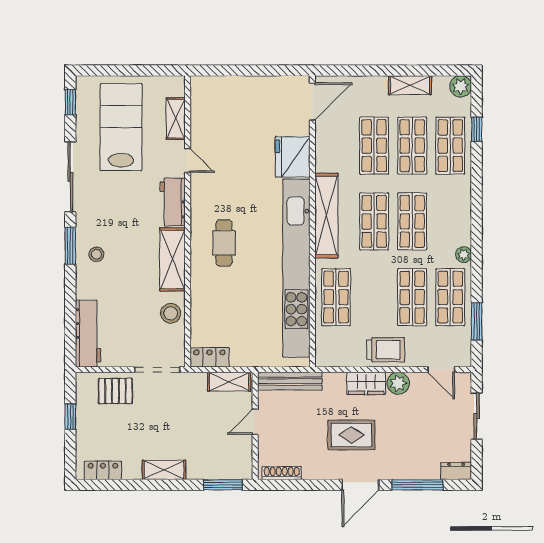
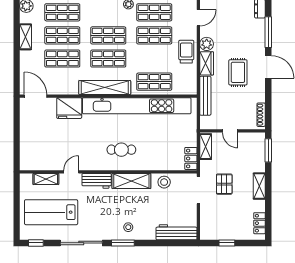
bench: (290, 381) -> (205, 96), moved
pallet: (115, 391) -> (224, 184), moved

